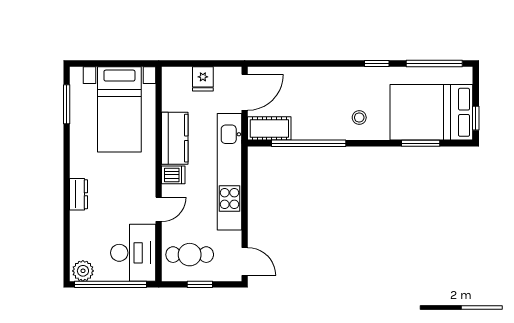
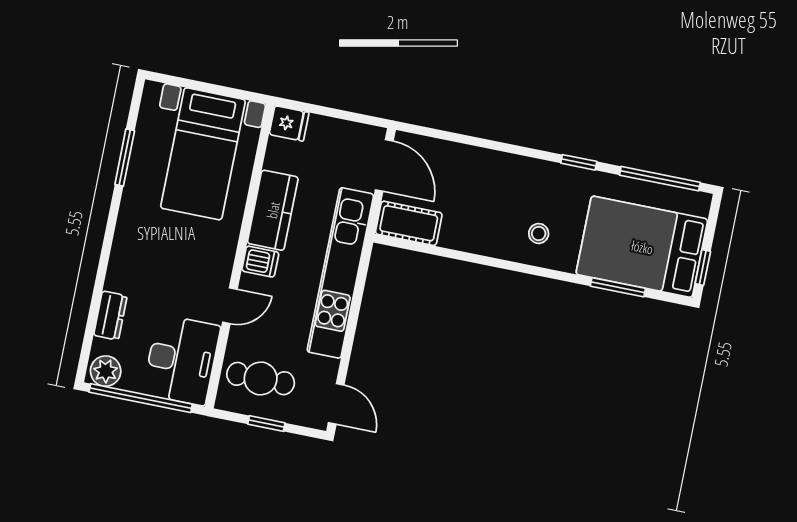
fridge: (203, 79) -> (289, 123), moved, turned -90
door: (245, 92) -> (384, 165), hinge flipped
window: (67, 104) -> (125, 157), moved
window: (309, 143) -> (460, 255), removed
dresser: (79, 194) -> (110, 315), moved

